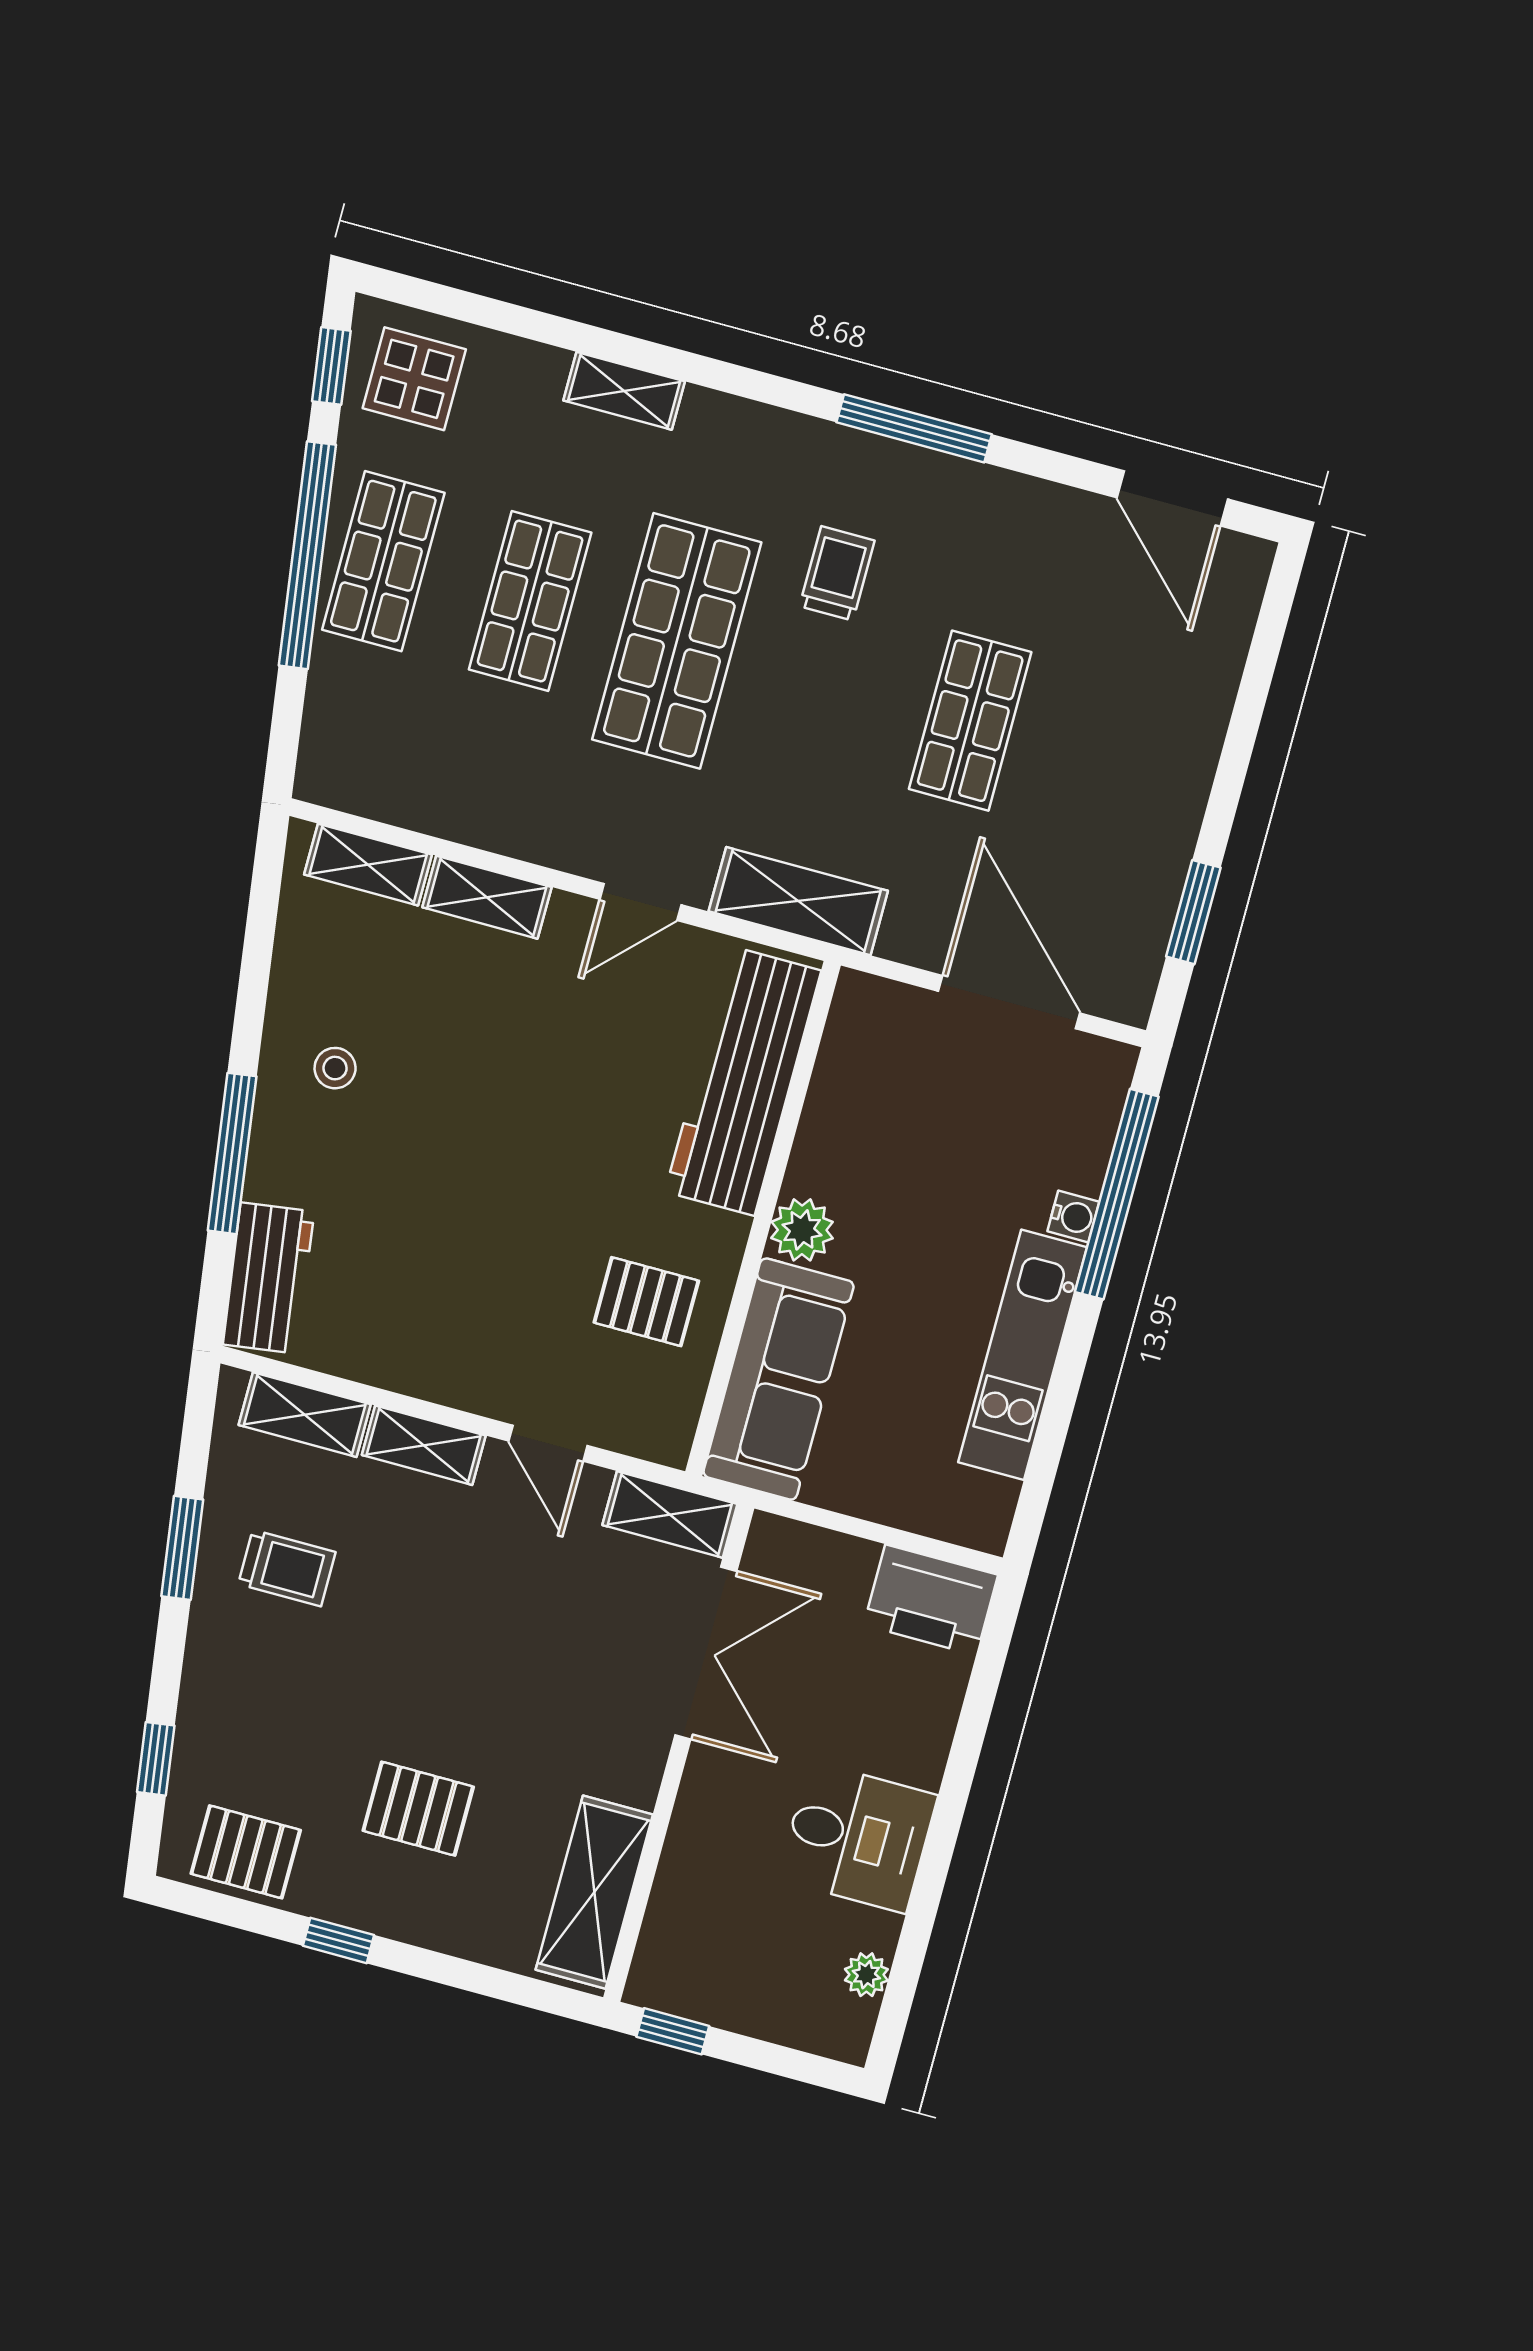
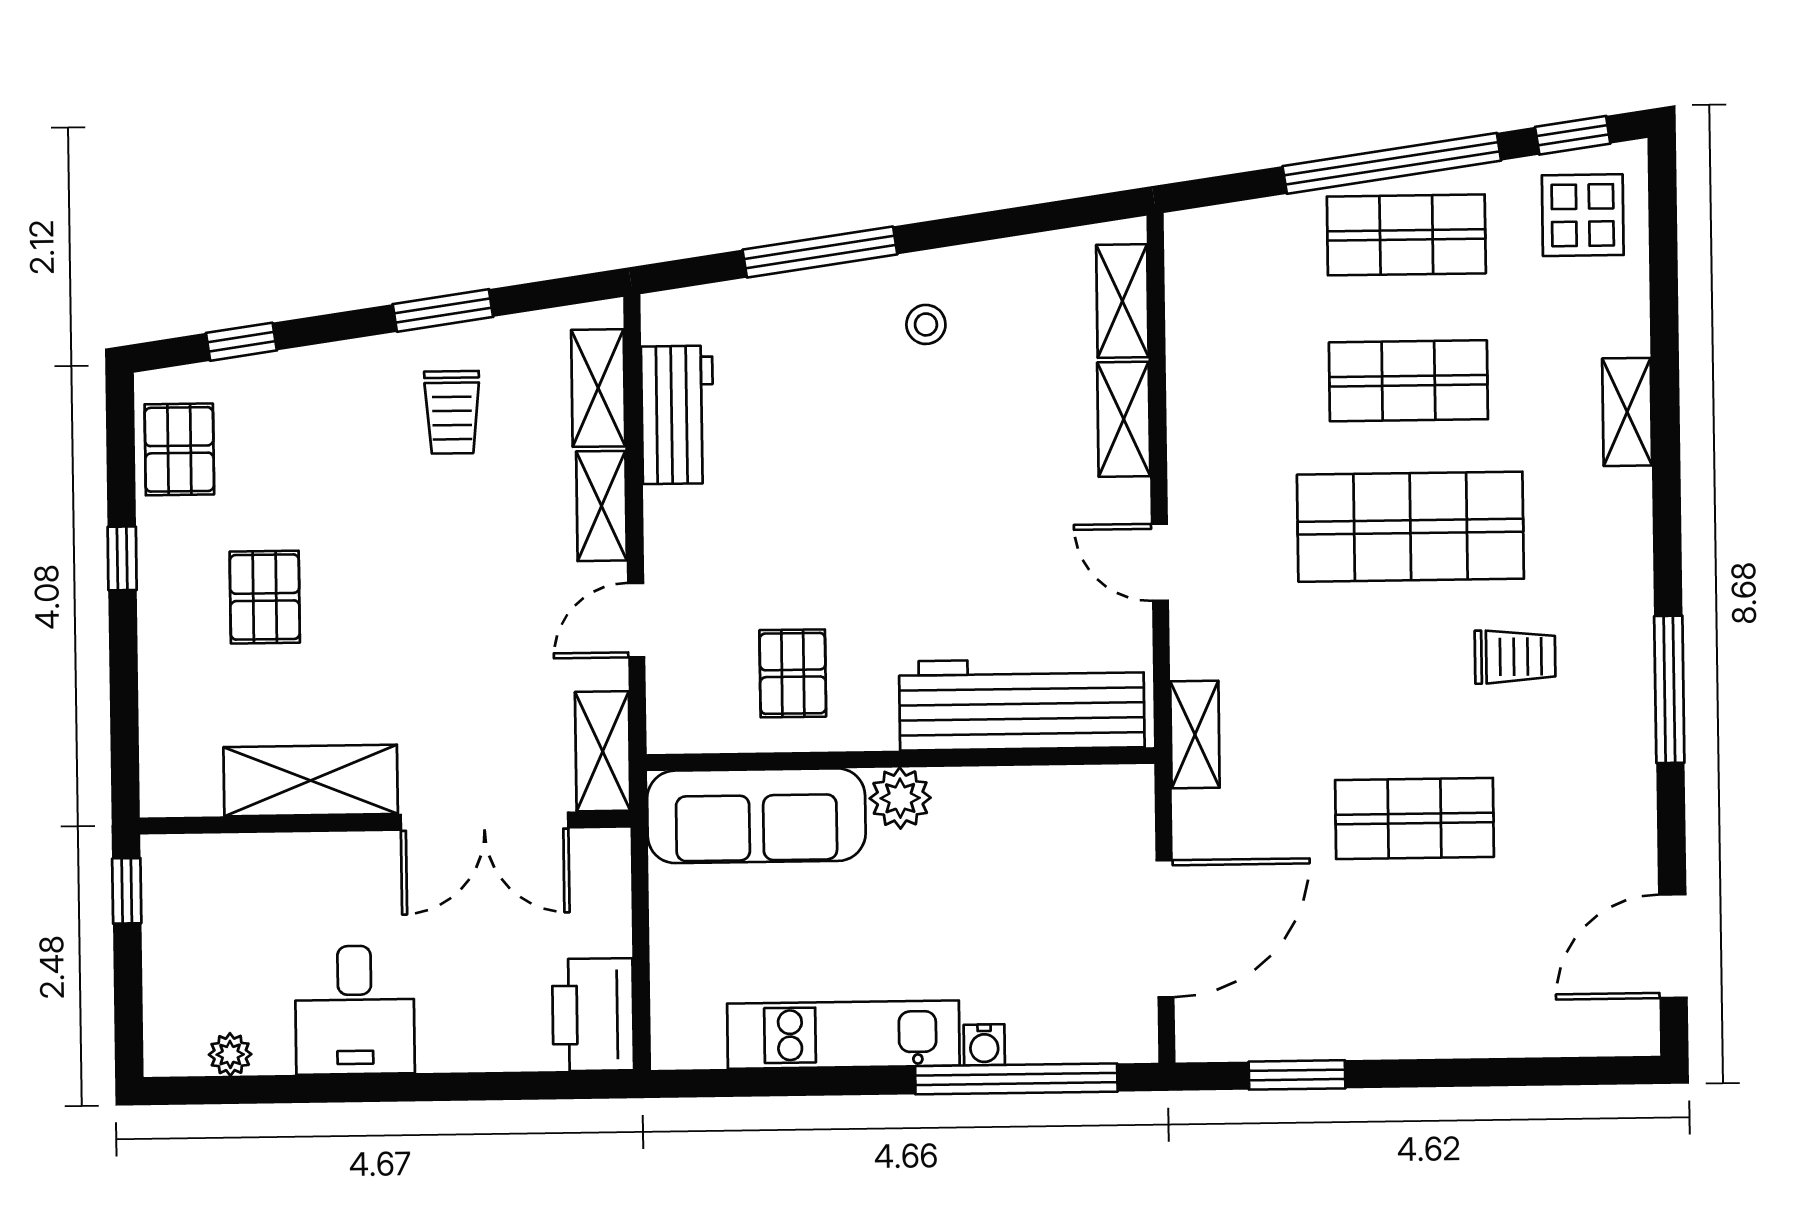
shelving: (798, 901) -> (1195, 734), width x0.67, depth x0.75
workbench: (269, 1278) -> (677, 415), moved, turned -82
shelving: (594, 1892) -> (311, 780), moved

